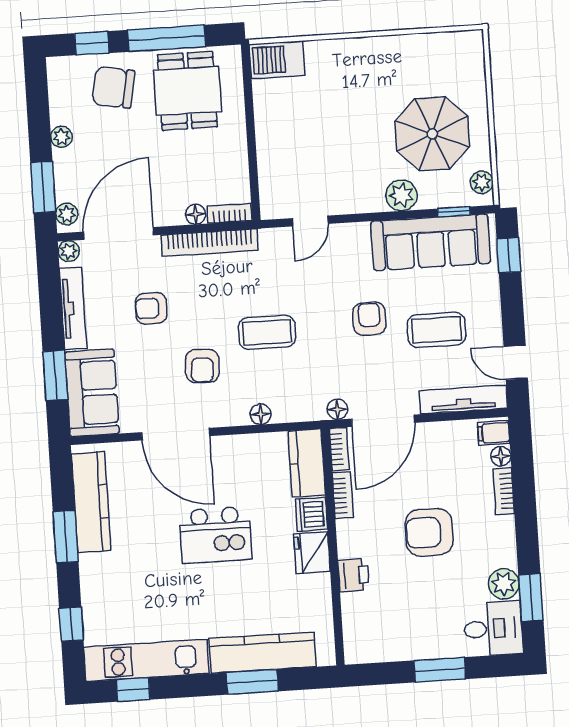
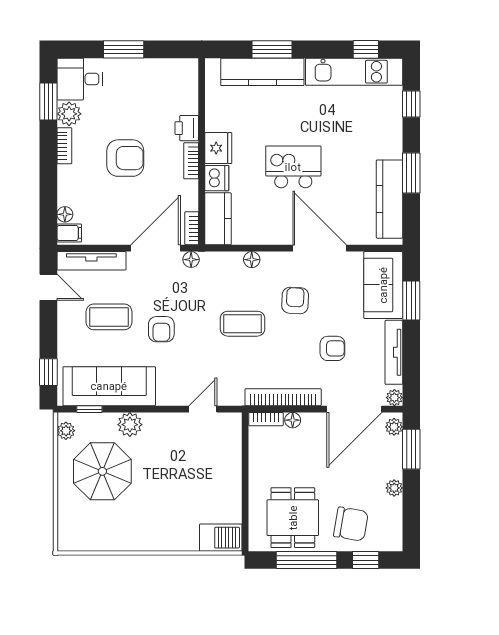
bookcase: (504, 491) -> (64, 146), moved
bookcase: (343, 495) -> (191, 161), moved

